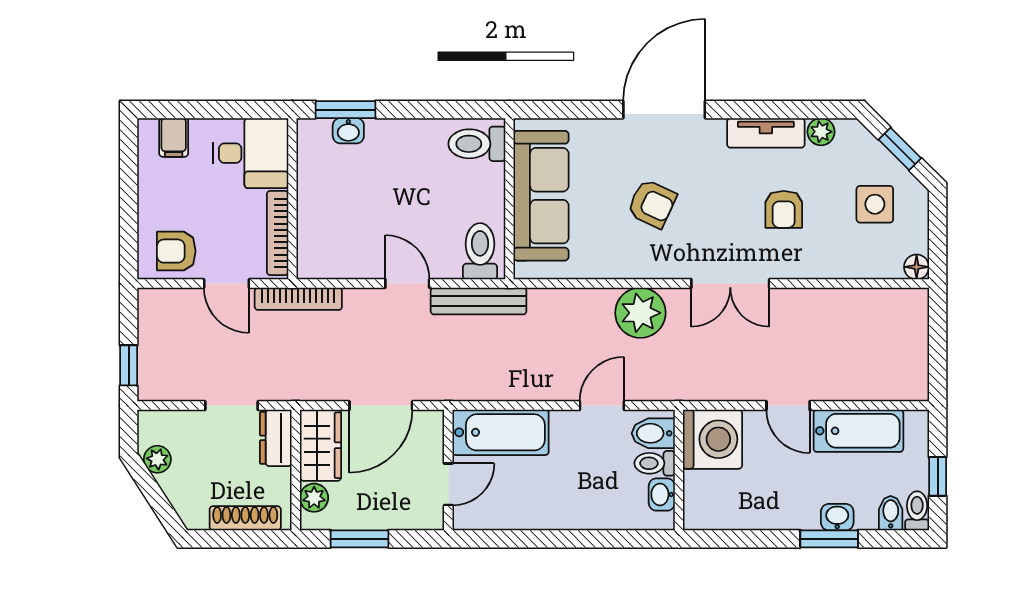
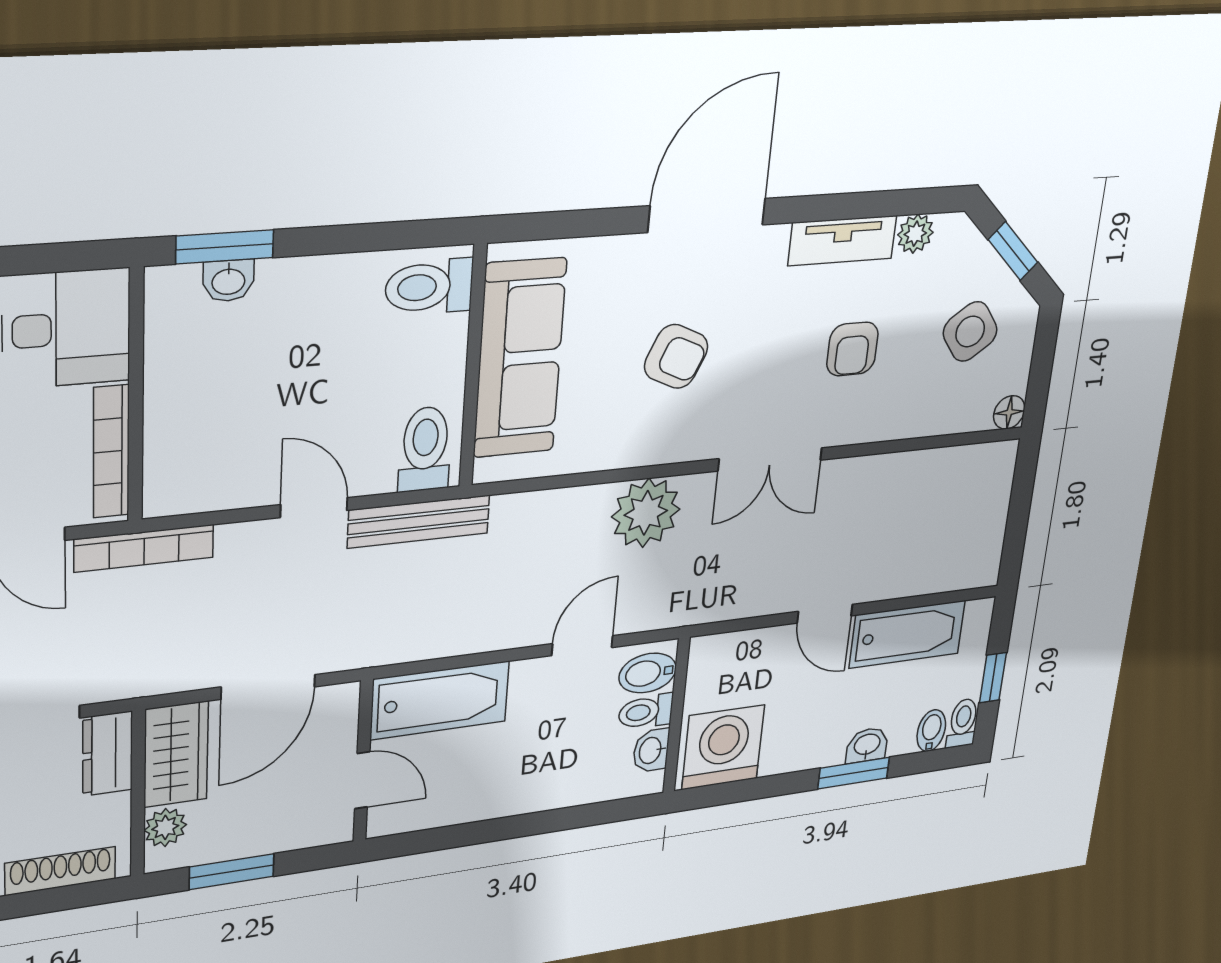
side table: (875, 204) -> (970, 331), turned -35
washing machine: (712, 439) -> (723, 747), moved, turned -90
door: (448, 484) -> (362, 780), hinge flipped

